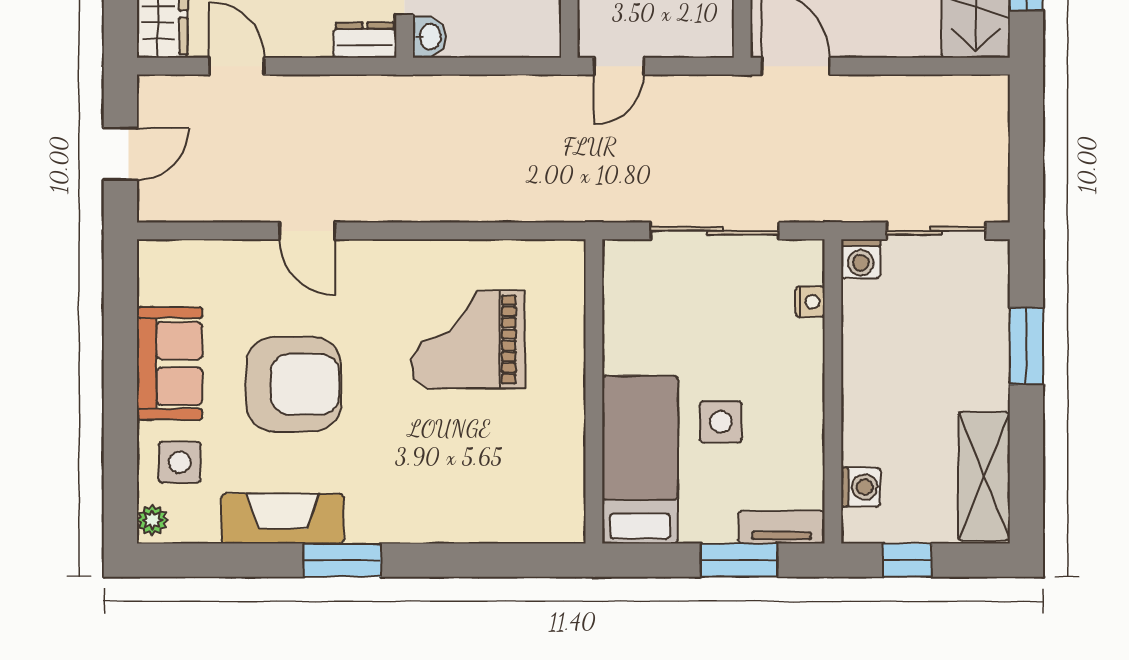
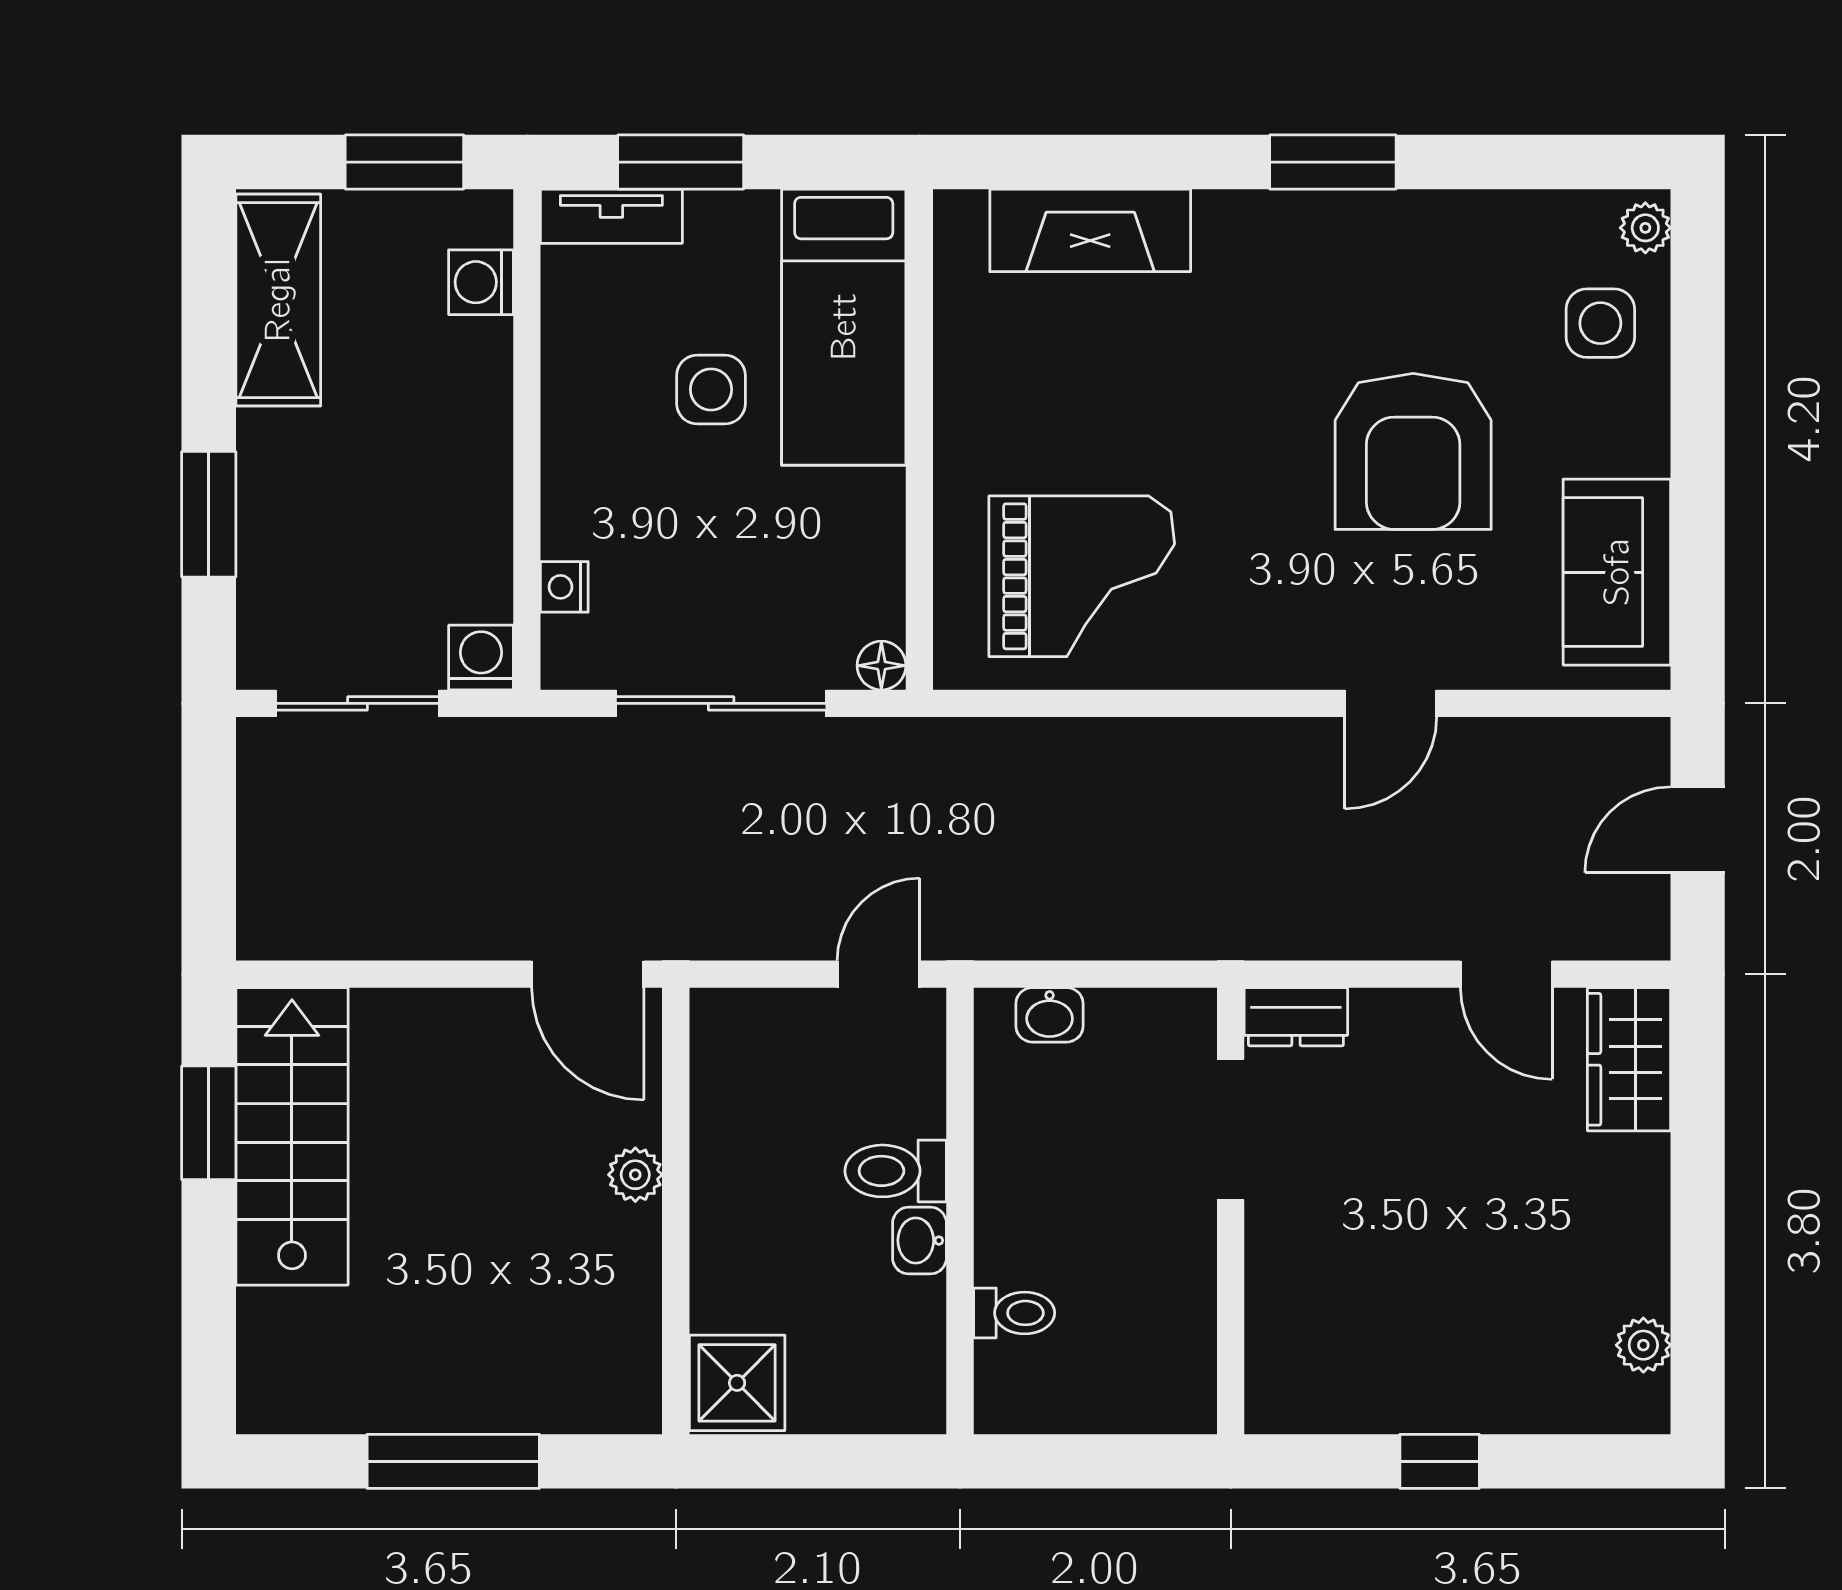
washbasin: (429, 37) -> (1050, 1015), moved, turned -90
door: (307, 231) -> (1391, 703), swing flipped
floor lamp: (617, 254) -> (881, 666), added
grand piano: (468, 340) -> (1082, 576), moved
sofa: (170, 363) -> (1617, 572), moved
armchair: (294, 384) -> (1413, 451), turned -90
fireplace: (283, 519) -> (1090, 230), moved
window: (907, 560) -> (404, 162), width x1.50

